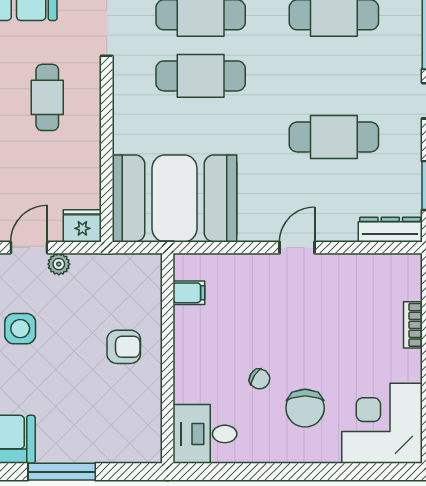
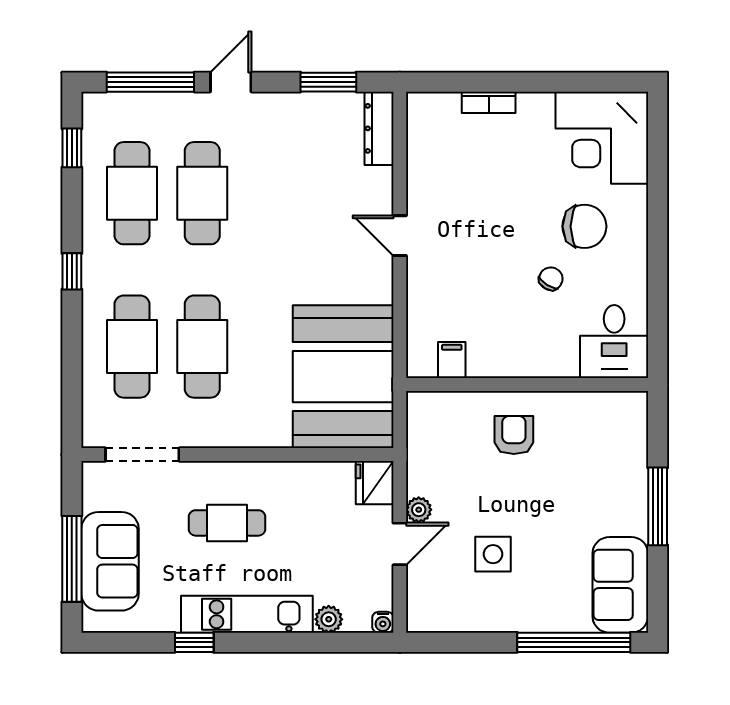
cafe table: (334, 137) -> (202, 193), moved
door: (29, 248) -> (400, 544), swing flipped

